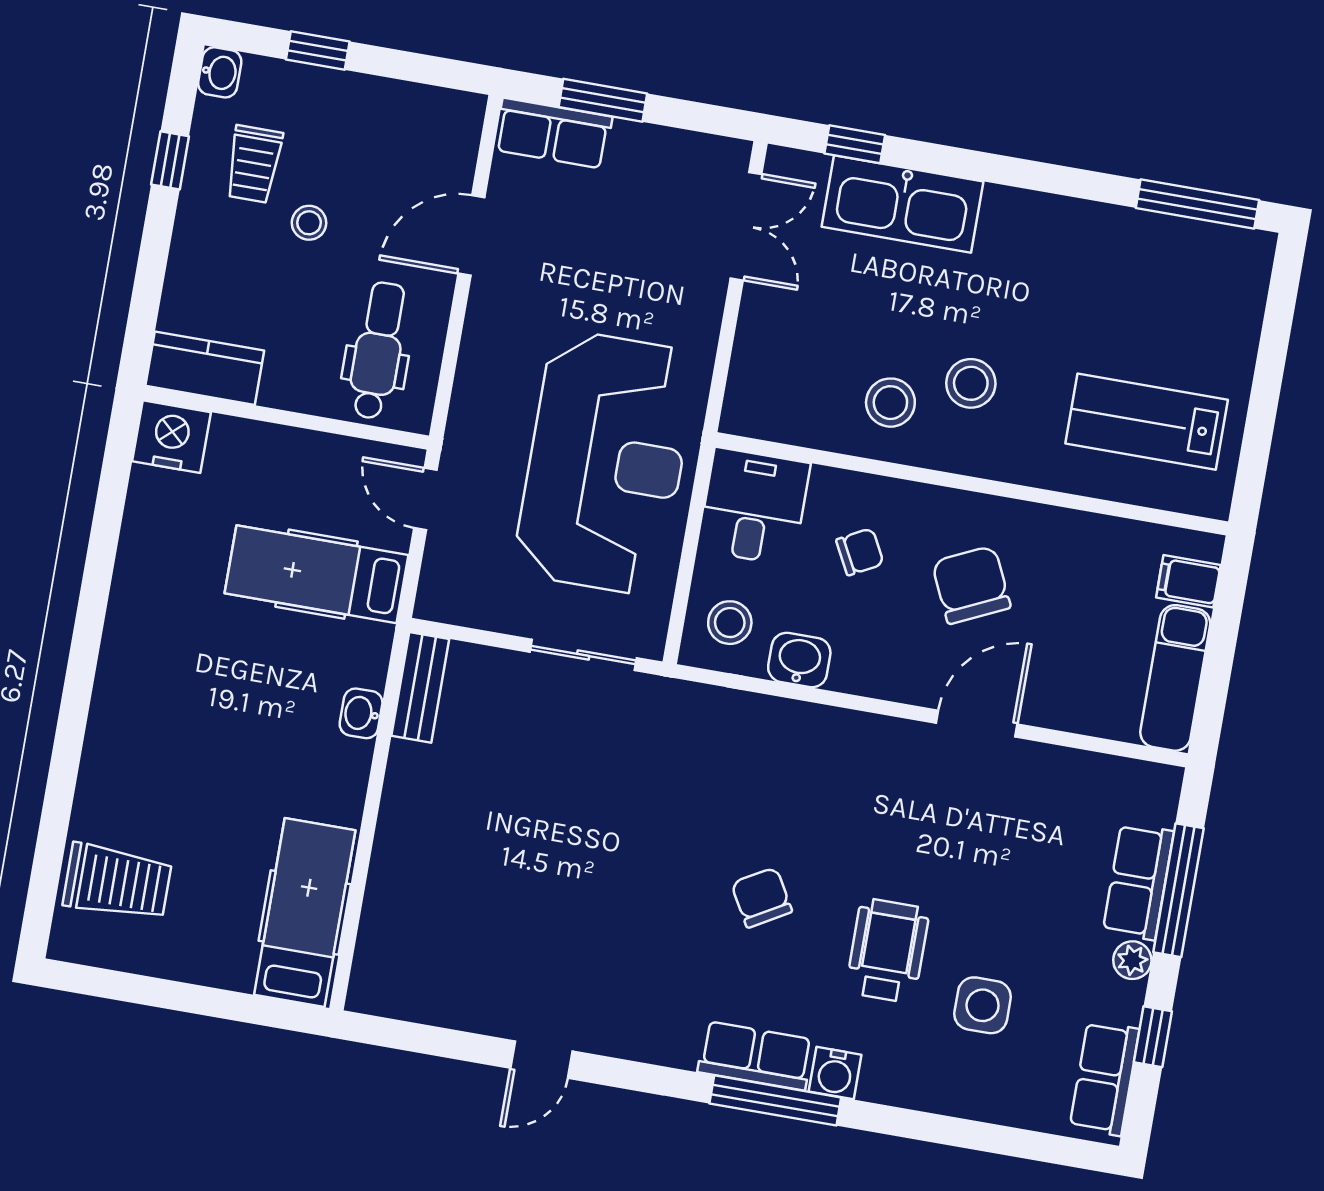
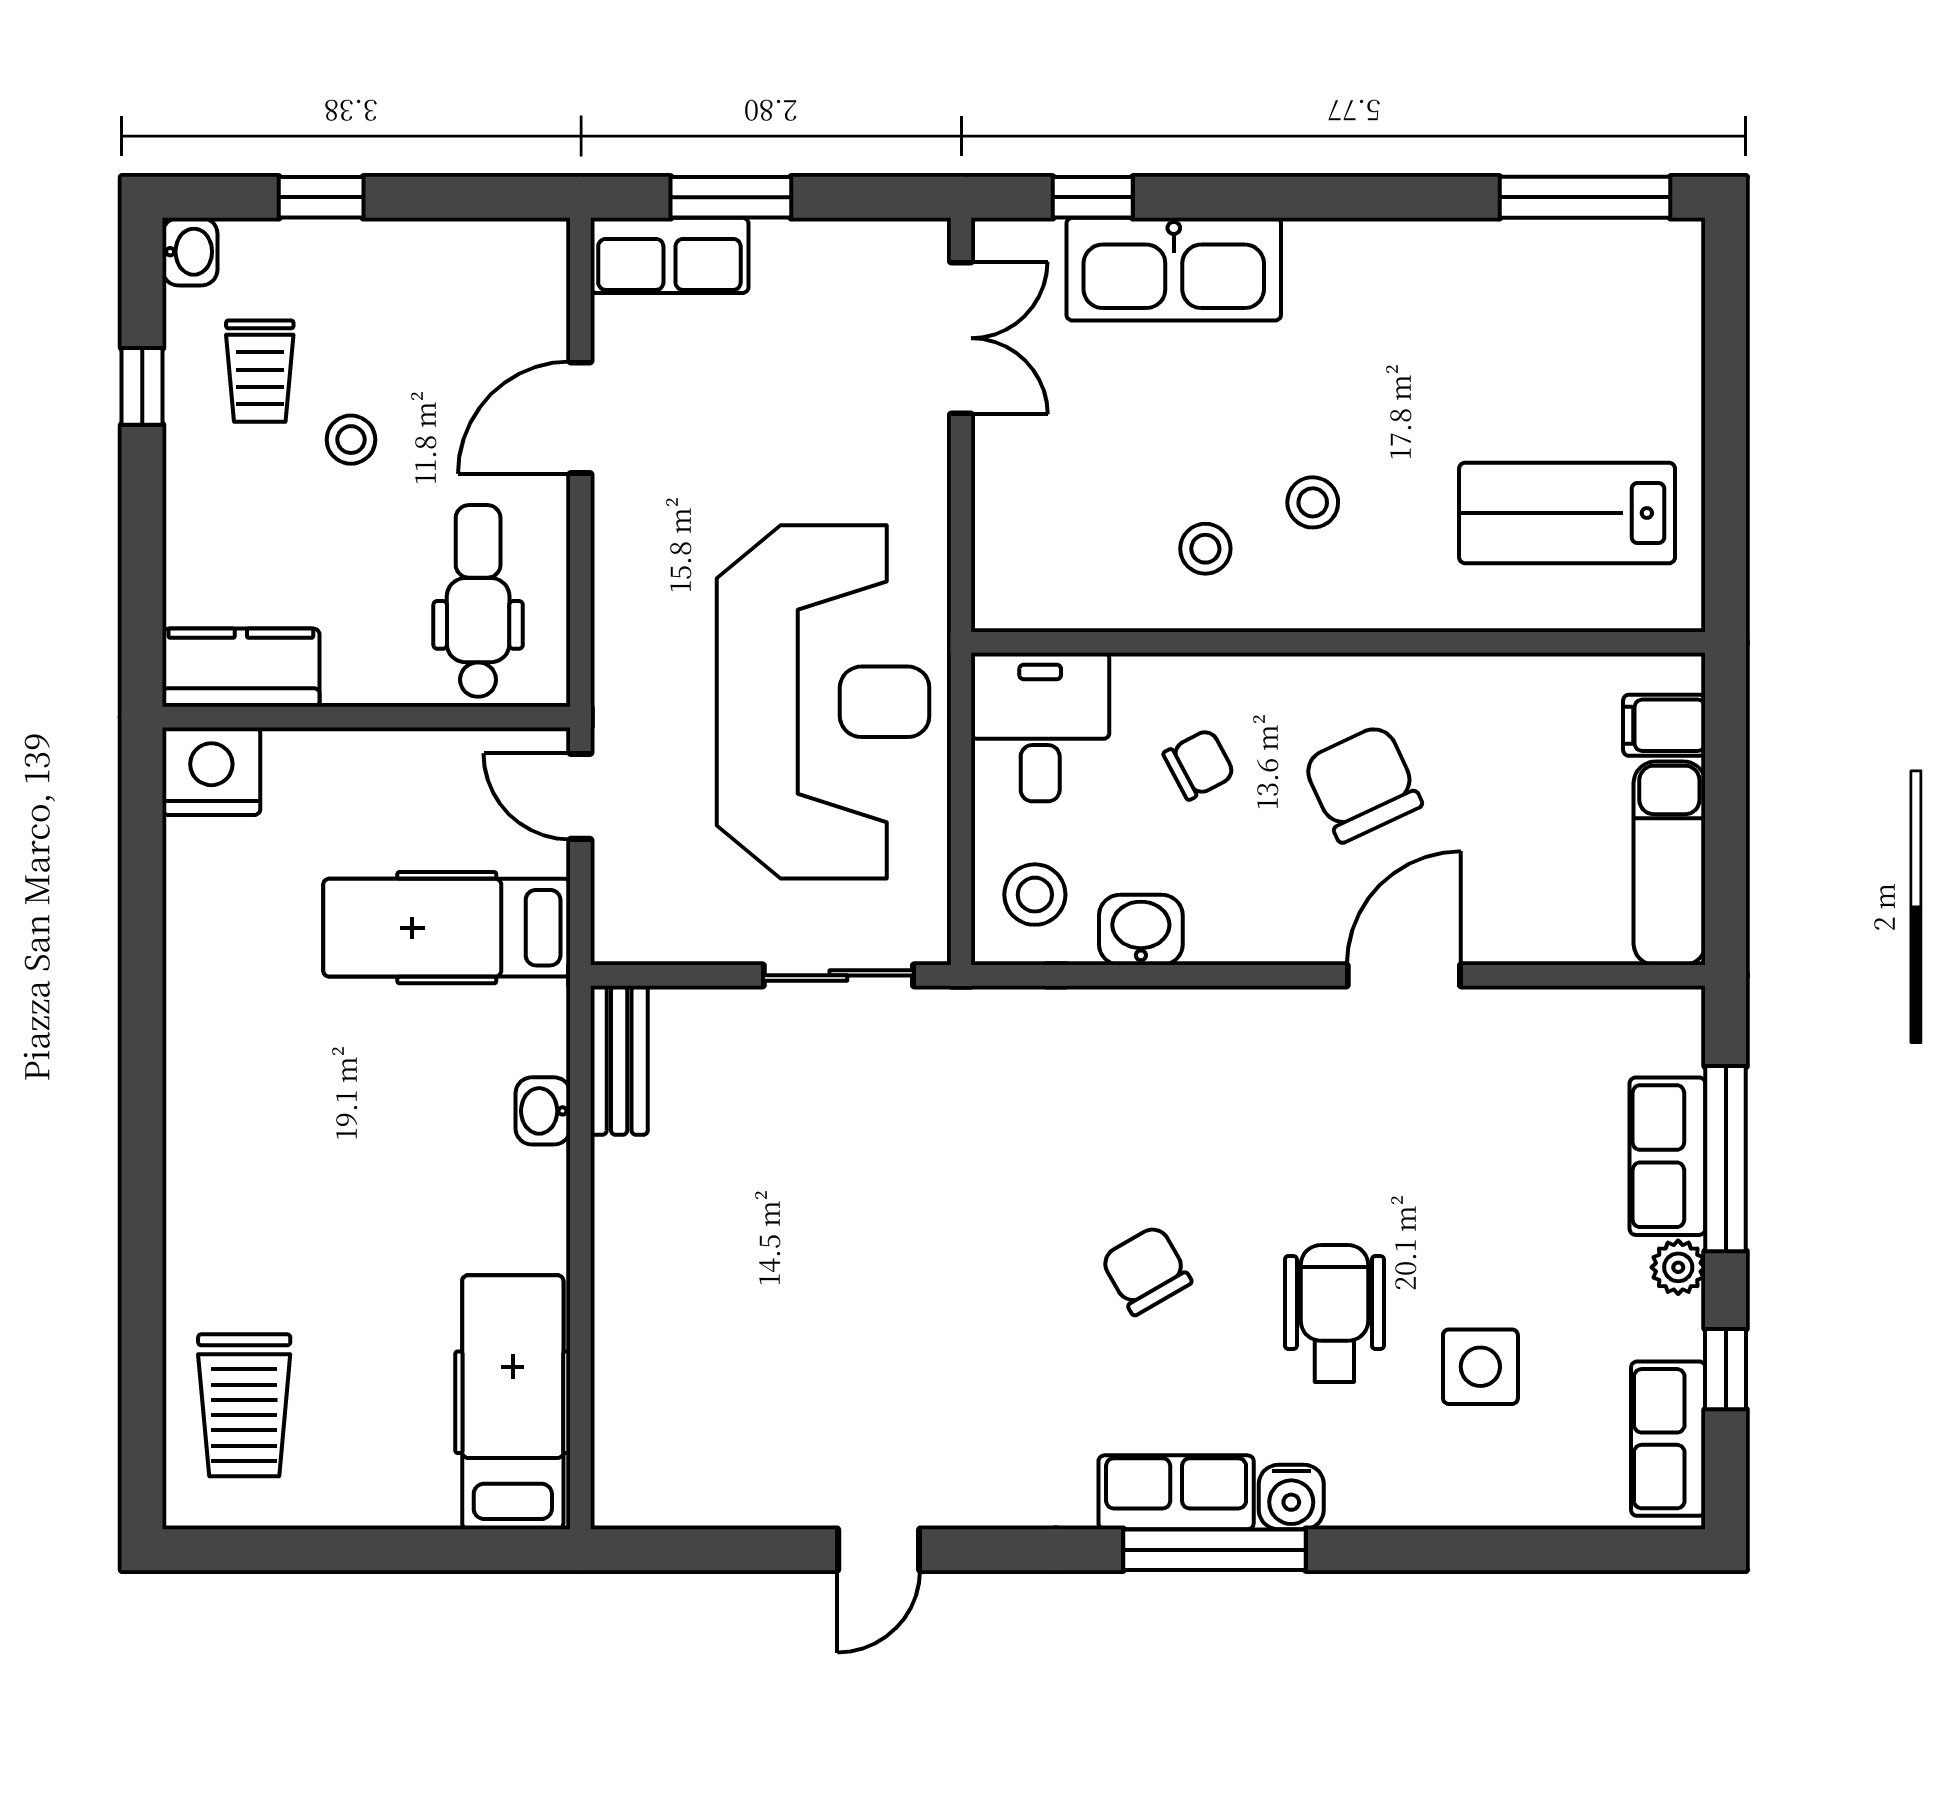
stool: (971, 383) -> (1313, 502), width x0.73, depth x0.73
stool: (890, 403) -> (1205, 549), width x0.73, depth x0.73
trolley: (117, 882) -> (244, 1405), turned 90

